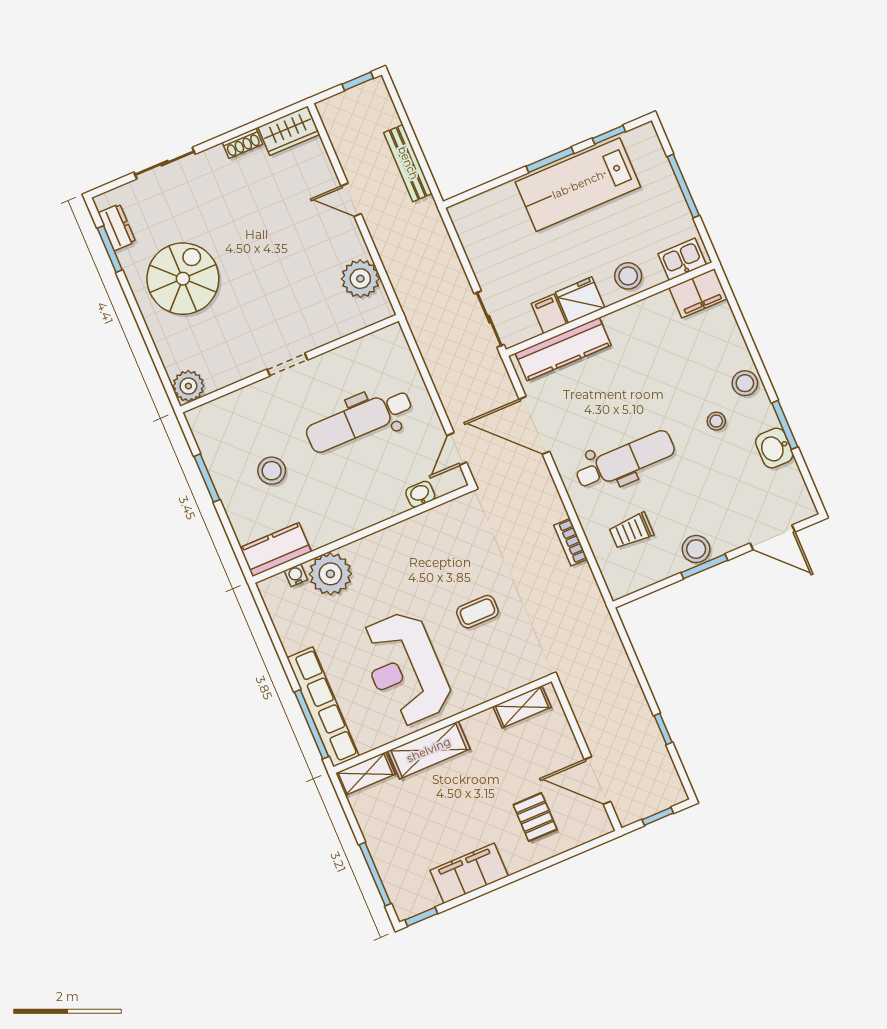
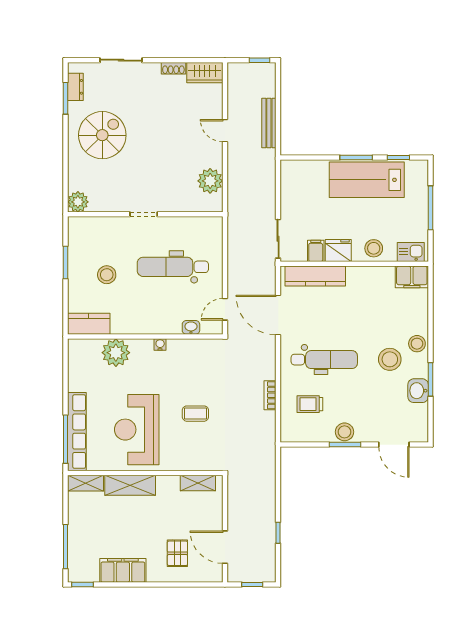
stool: (716, 421) -> (390, 359), width x1.89, depth x1.89
water cooler: (296, 575) -> (160, 345), moved

